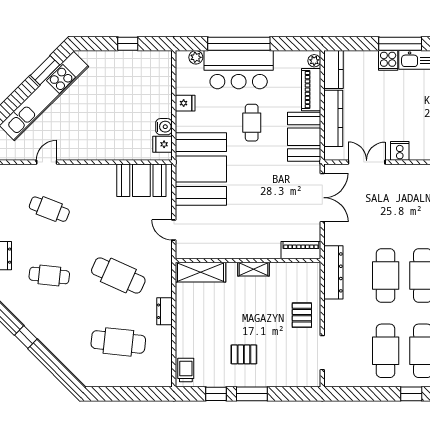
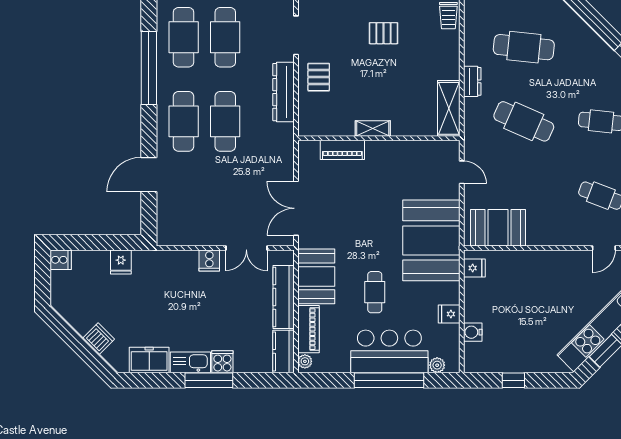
water cooler: (164, 127) -> (473, 332), moved
piano: (301, 250) -> (342, 150), moved
shelving: (201, 272) -> (449, 108), moved, turned 90
dresser: (333, 272) -> (283, 92), moved

